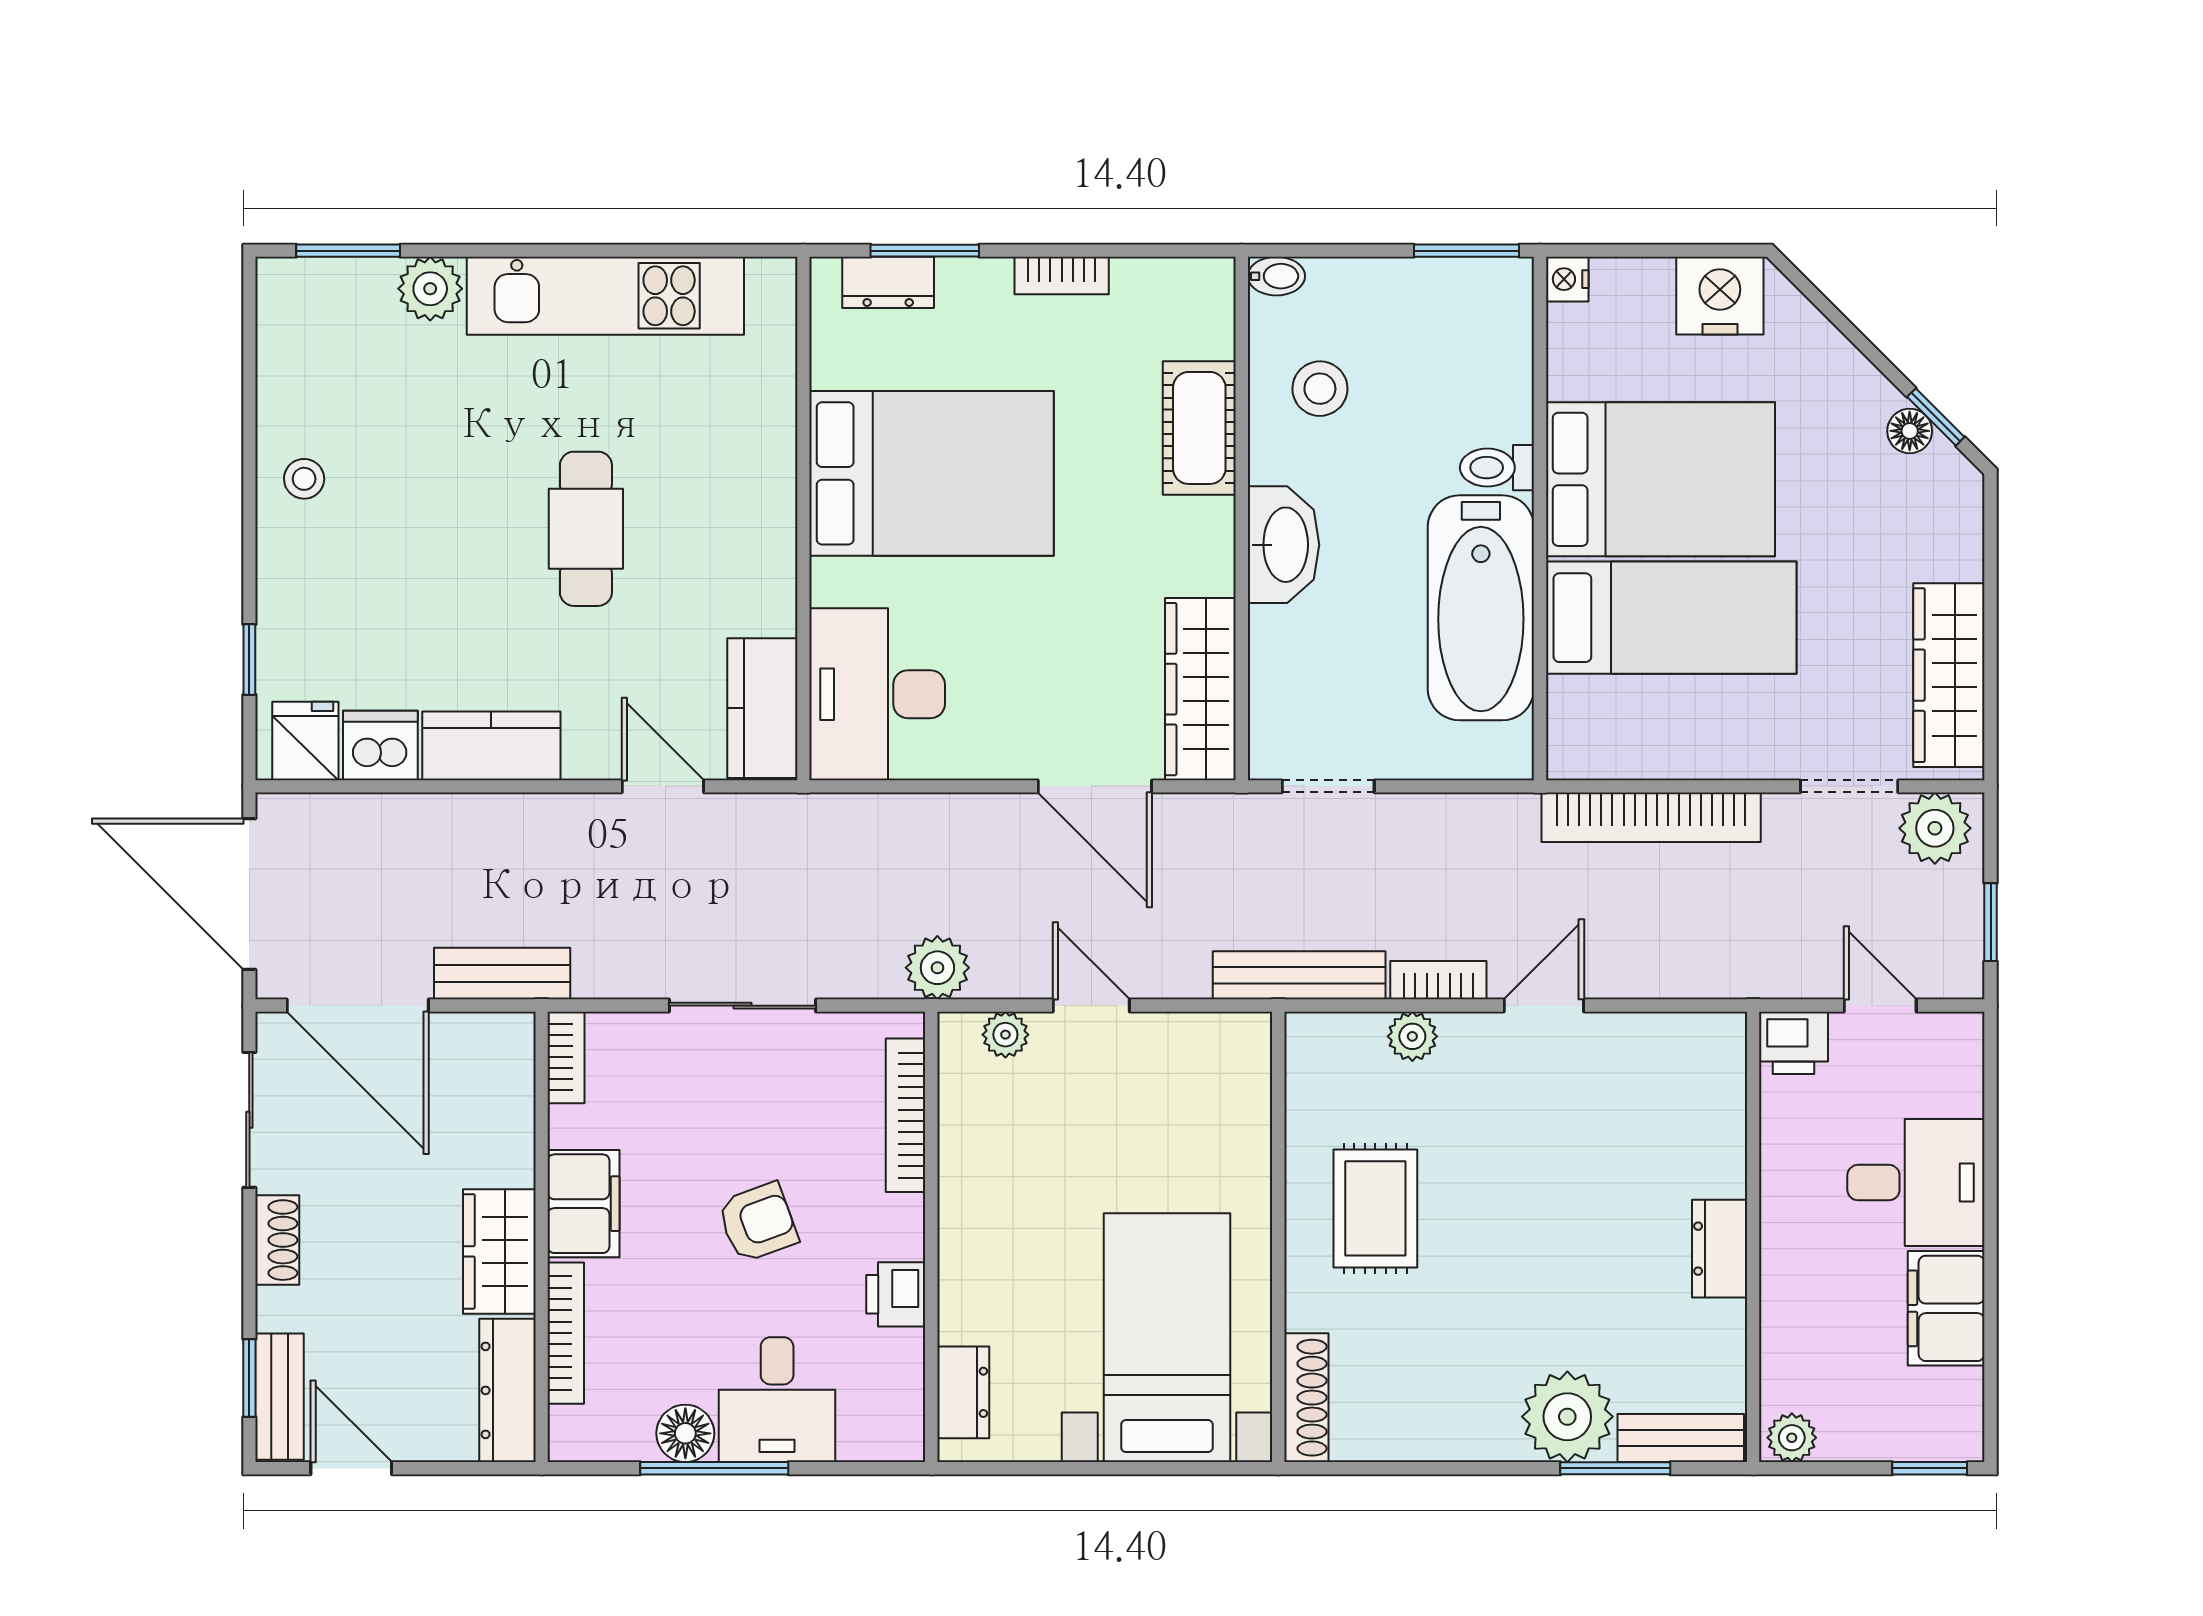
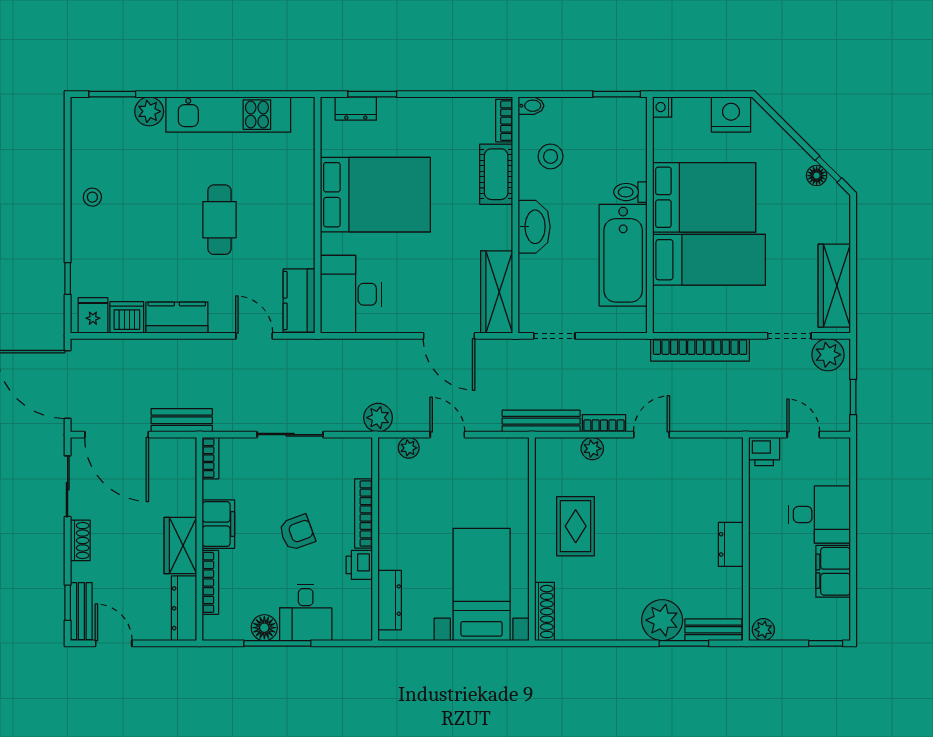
bookcase: (1062, 276) -> (504, 121), moved, turned 90
bookcase: (905, 1115) -> (364, 514), moved
dresser: (963, 1392) -> (390, 600), width x1.44

